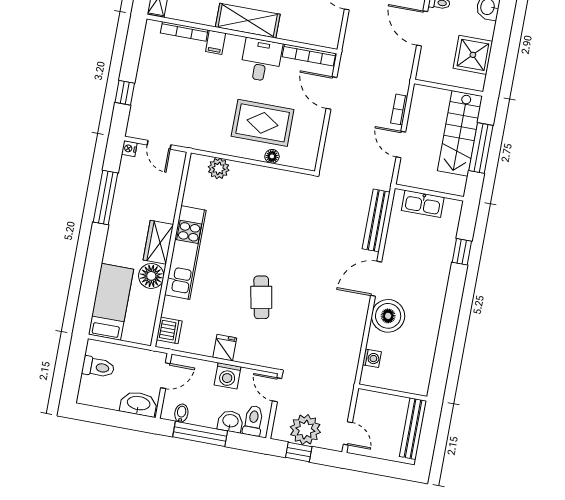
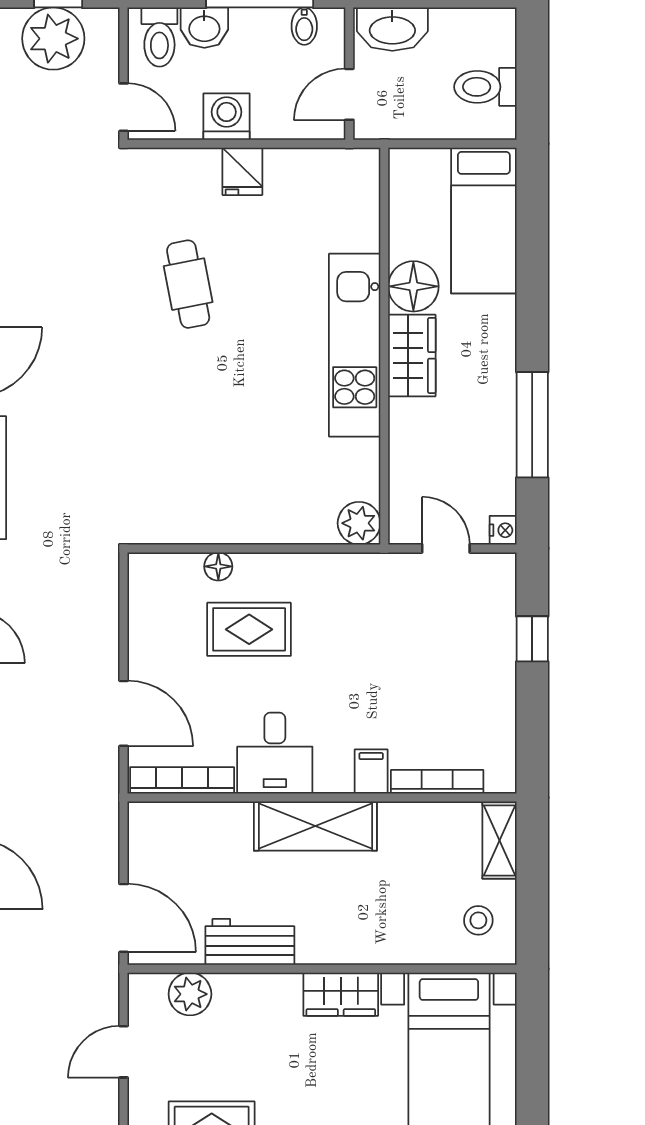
rug: (263, 123) -> (249, 629), width x0.73, depth x0.70
plant: (219, 168) -> (359, 523), moved
dishwasher: (169, 330) -> (358, 185), removed

